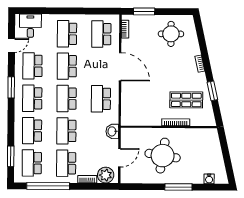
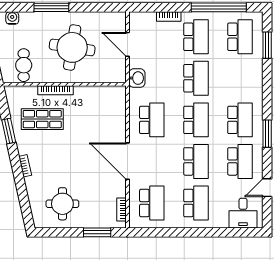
school desk: (32, 131) -> (240, 78), removed
cafe table: (200, 142) -> (24, 65), added
door: (119, 158) -> (128, 44), hinge flipped
plant: (106, 175) -> (145, 22), removed

